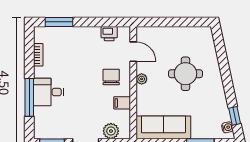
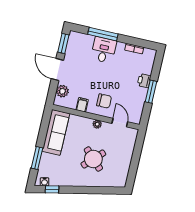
window: (59, 22) -> (151, 92), moved
printer: (109, 34) -> (144, 81), moved
door: (133, 52) -> (120, 123), swing flipped
round table: (185, 74) -> (93, 159), turned 45

